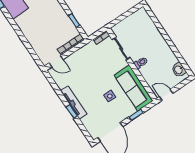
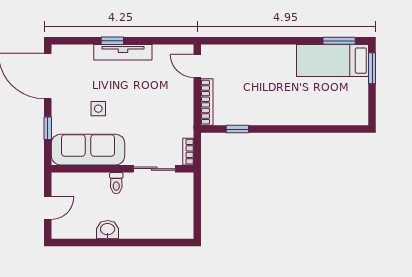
door: (56, 61) -> (197, 66), hinge flipped
washbasin: (179, 70) -> (108, 230), moved
door: (166, 95) -> (48, 208), moved

